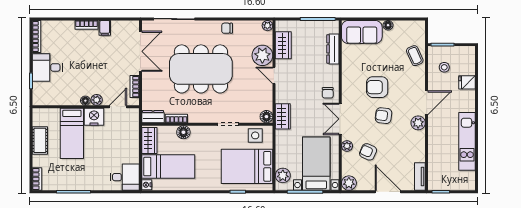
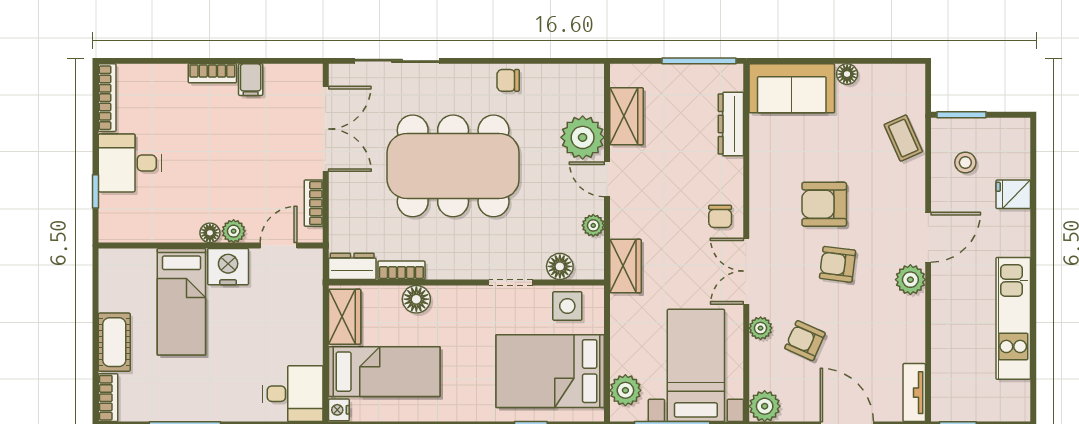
plant: (267, 26) -> (593, 225), moved
floor lamp: (266, 117) -> (560, 266), moved
cot: (40, 140) -> (114, 342), moved

